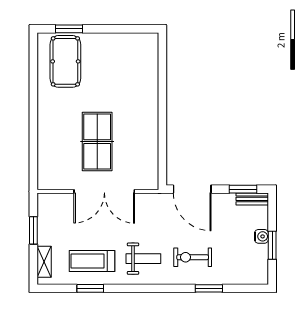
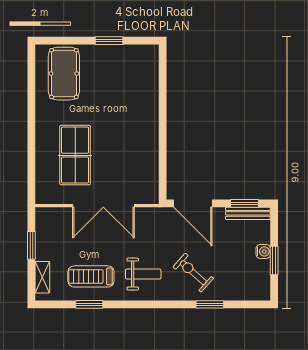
window: (69, 29) -> (109, 41), moved
table tennis table: (97, 142) -> (75, 155), moved
bench: (252, 199) -> (248, 213), width x1.36
exercise bike: (193, 257) -> (193, 273), turned 42

